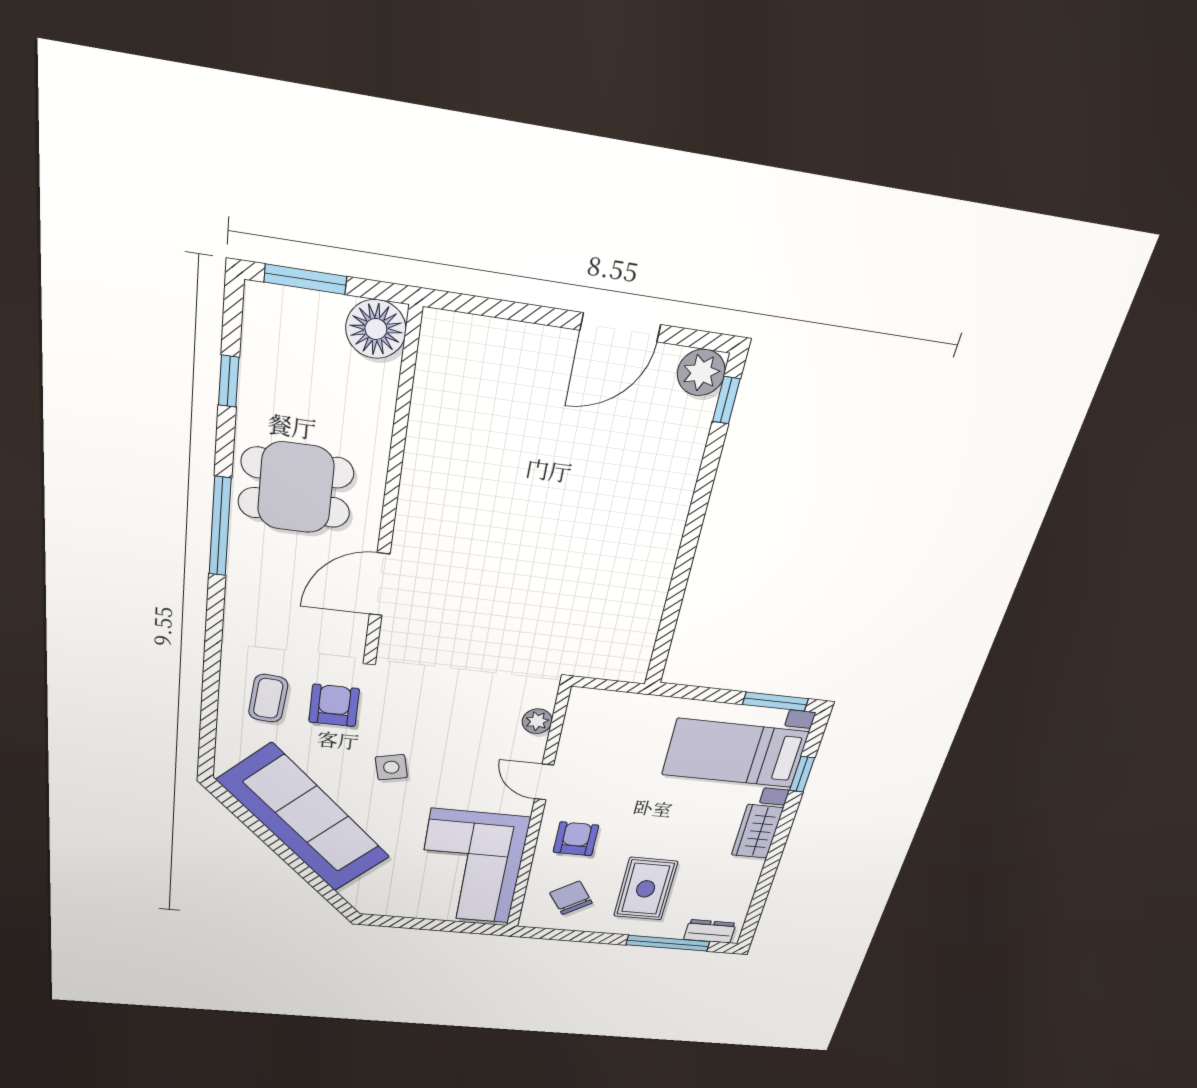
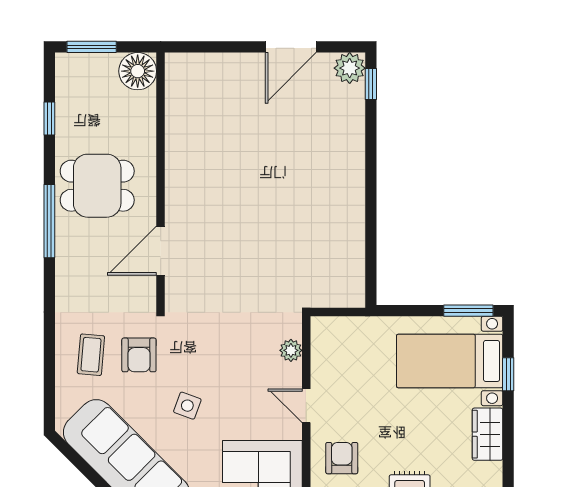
armchair: (334, 705) -> (139, 355), turned 180
side table: (391, 767) -> (187, 406), turned 33

